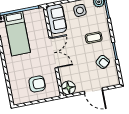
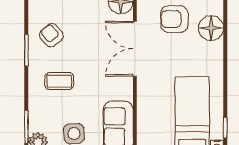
double door: (54, 53) -> (135, 49), moved
floor lamp: (16, 83) -> (211, 28), added

